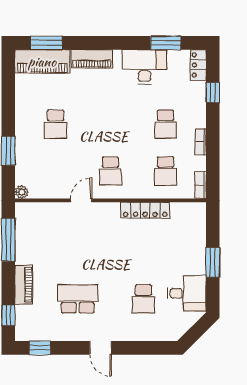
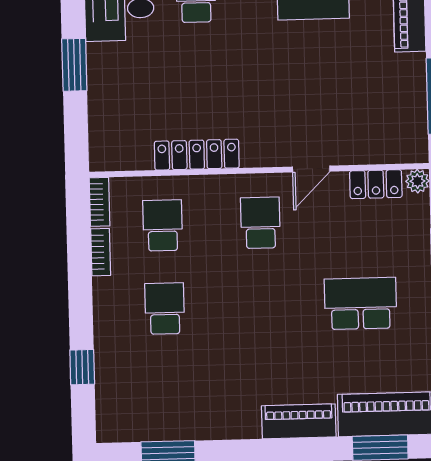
locker: (198, 65) -> (376, 184), moved, turned 90
desk: (144, 67) -> (205, 410), removed
school desk: (55, 124) -> (360, 303), width x1.85
bookcase: (201, 142) -> (101, 252), moved

